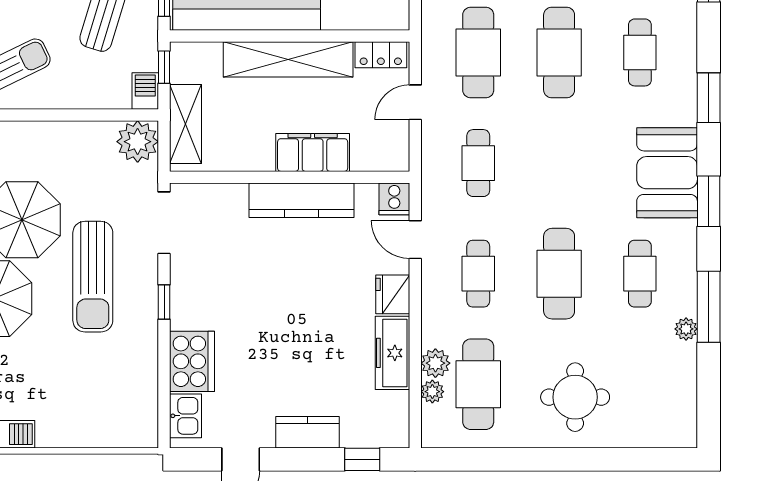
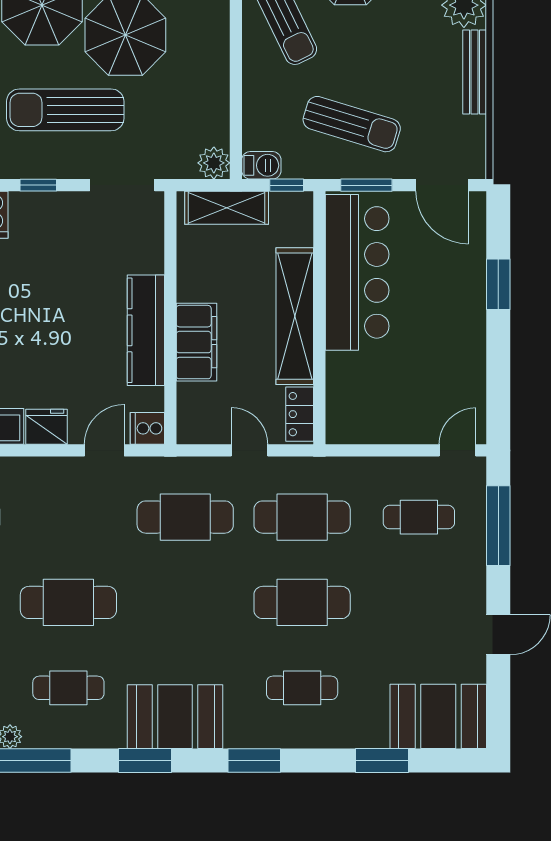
plant: (138, 142) -> (214, 163), width x0.73, depth x0.73
cafe table: (478, 163) -> (185, 517), width x1.37, depth x1.35
cafe table: (478, 274) -> (68, 517), removed

